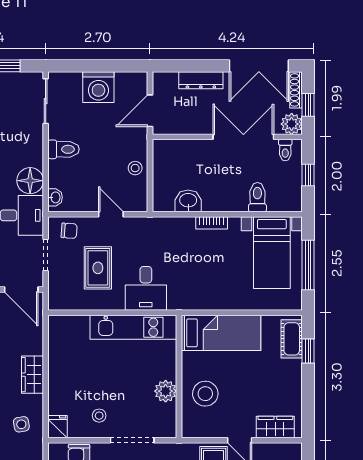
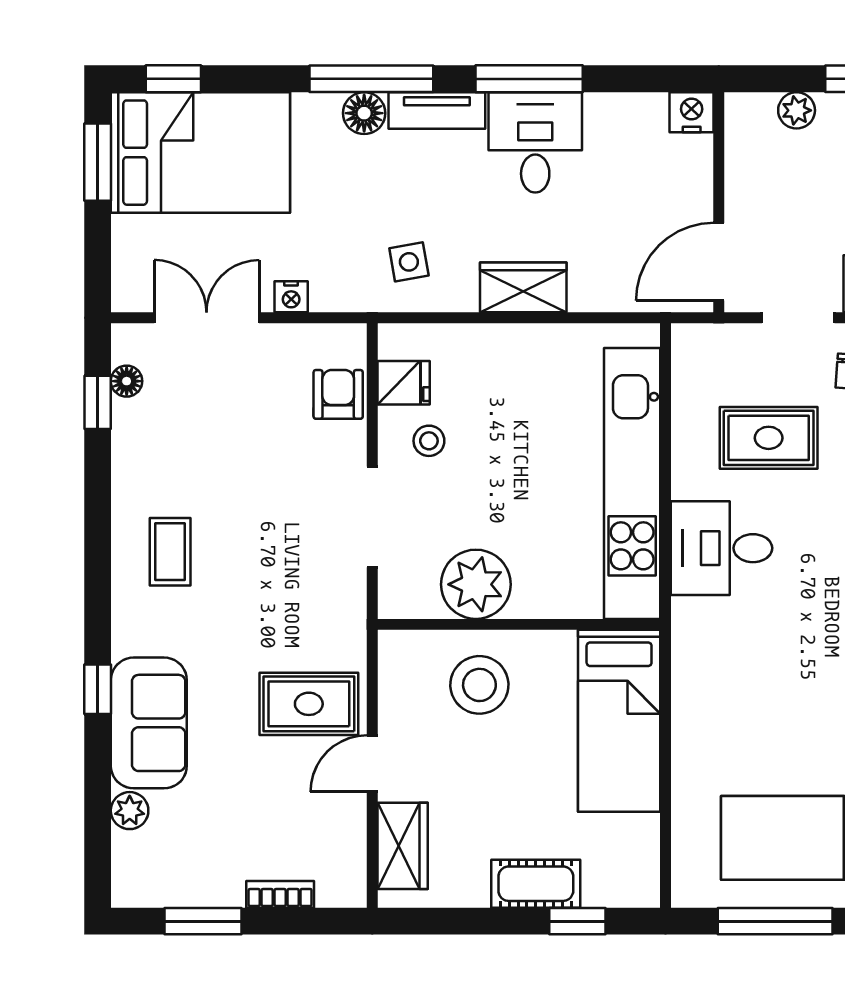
kitchen unit: (133, 327) -> (632, 483), width x1.36
cot: (292, 339) -> (536, 884), moved
plant: (166, 391) -> (476, 584), width x1.36, depth x1.36
fridge: (58, 427) -> (404, 383), moved

